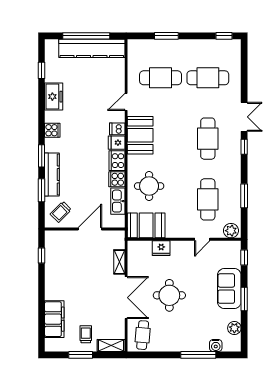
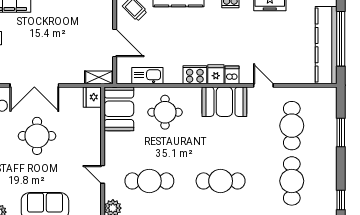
cooker: (117, 179) -> (173, 74), removed
fridge: (161, 248) -> (92, 97), moved
shelving: (119, 262) -> (99, 77), moved

